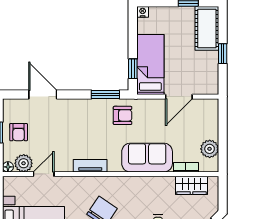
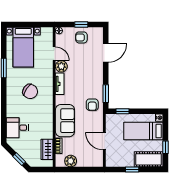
bed: (150, 65) -> (143, 131), moved, turned 180
plant: (24, 163) -> (61, 66), moved

